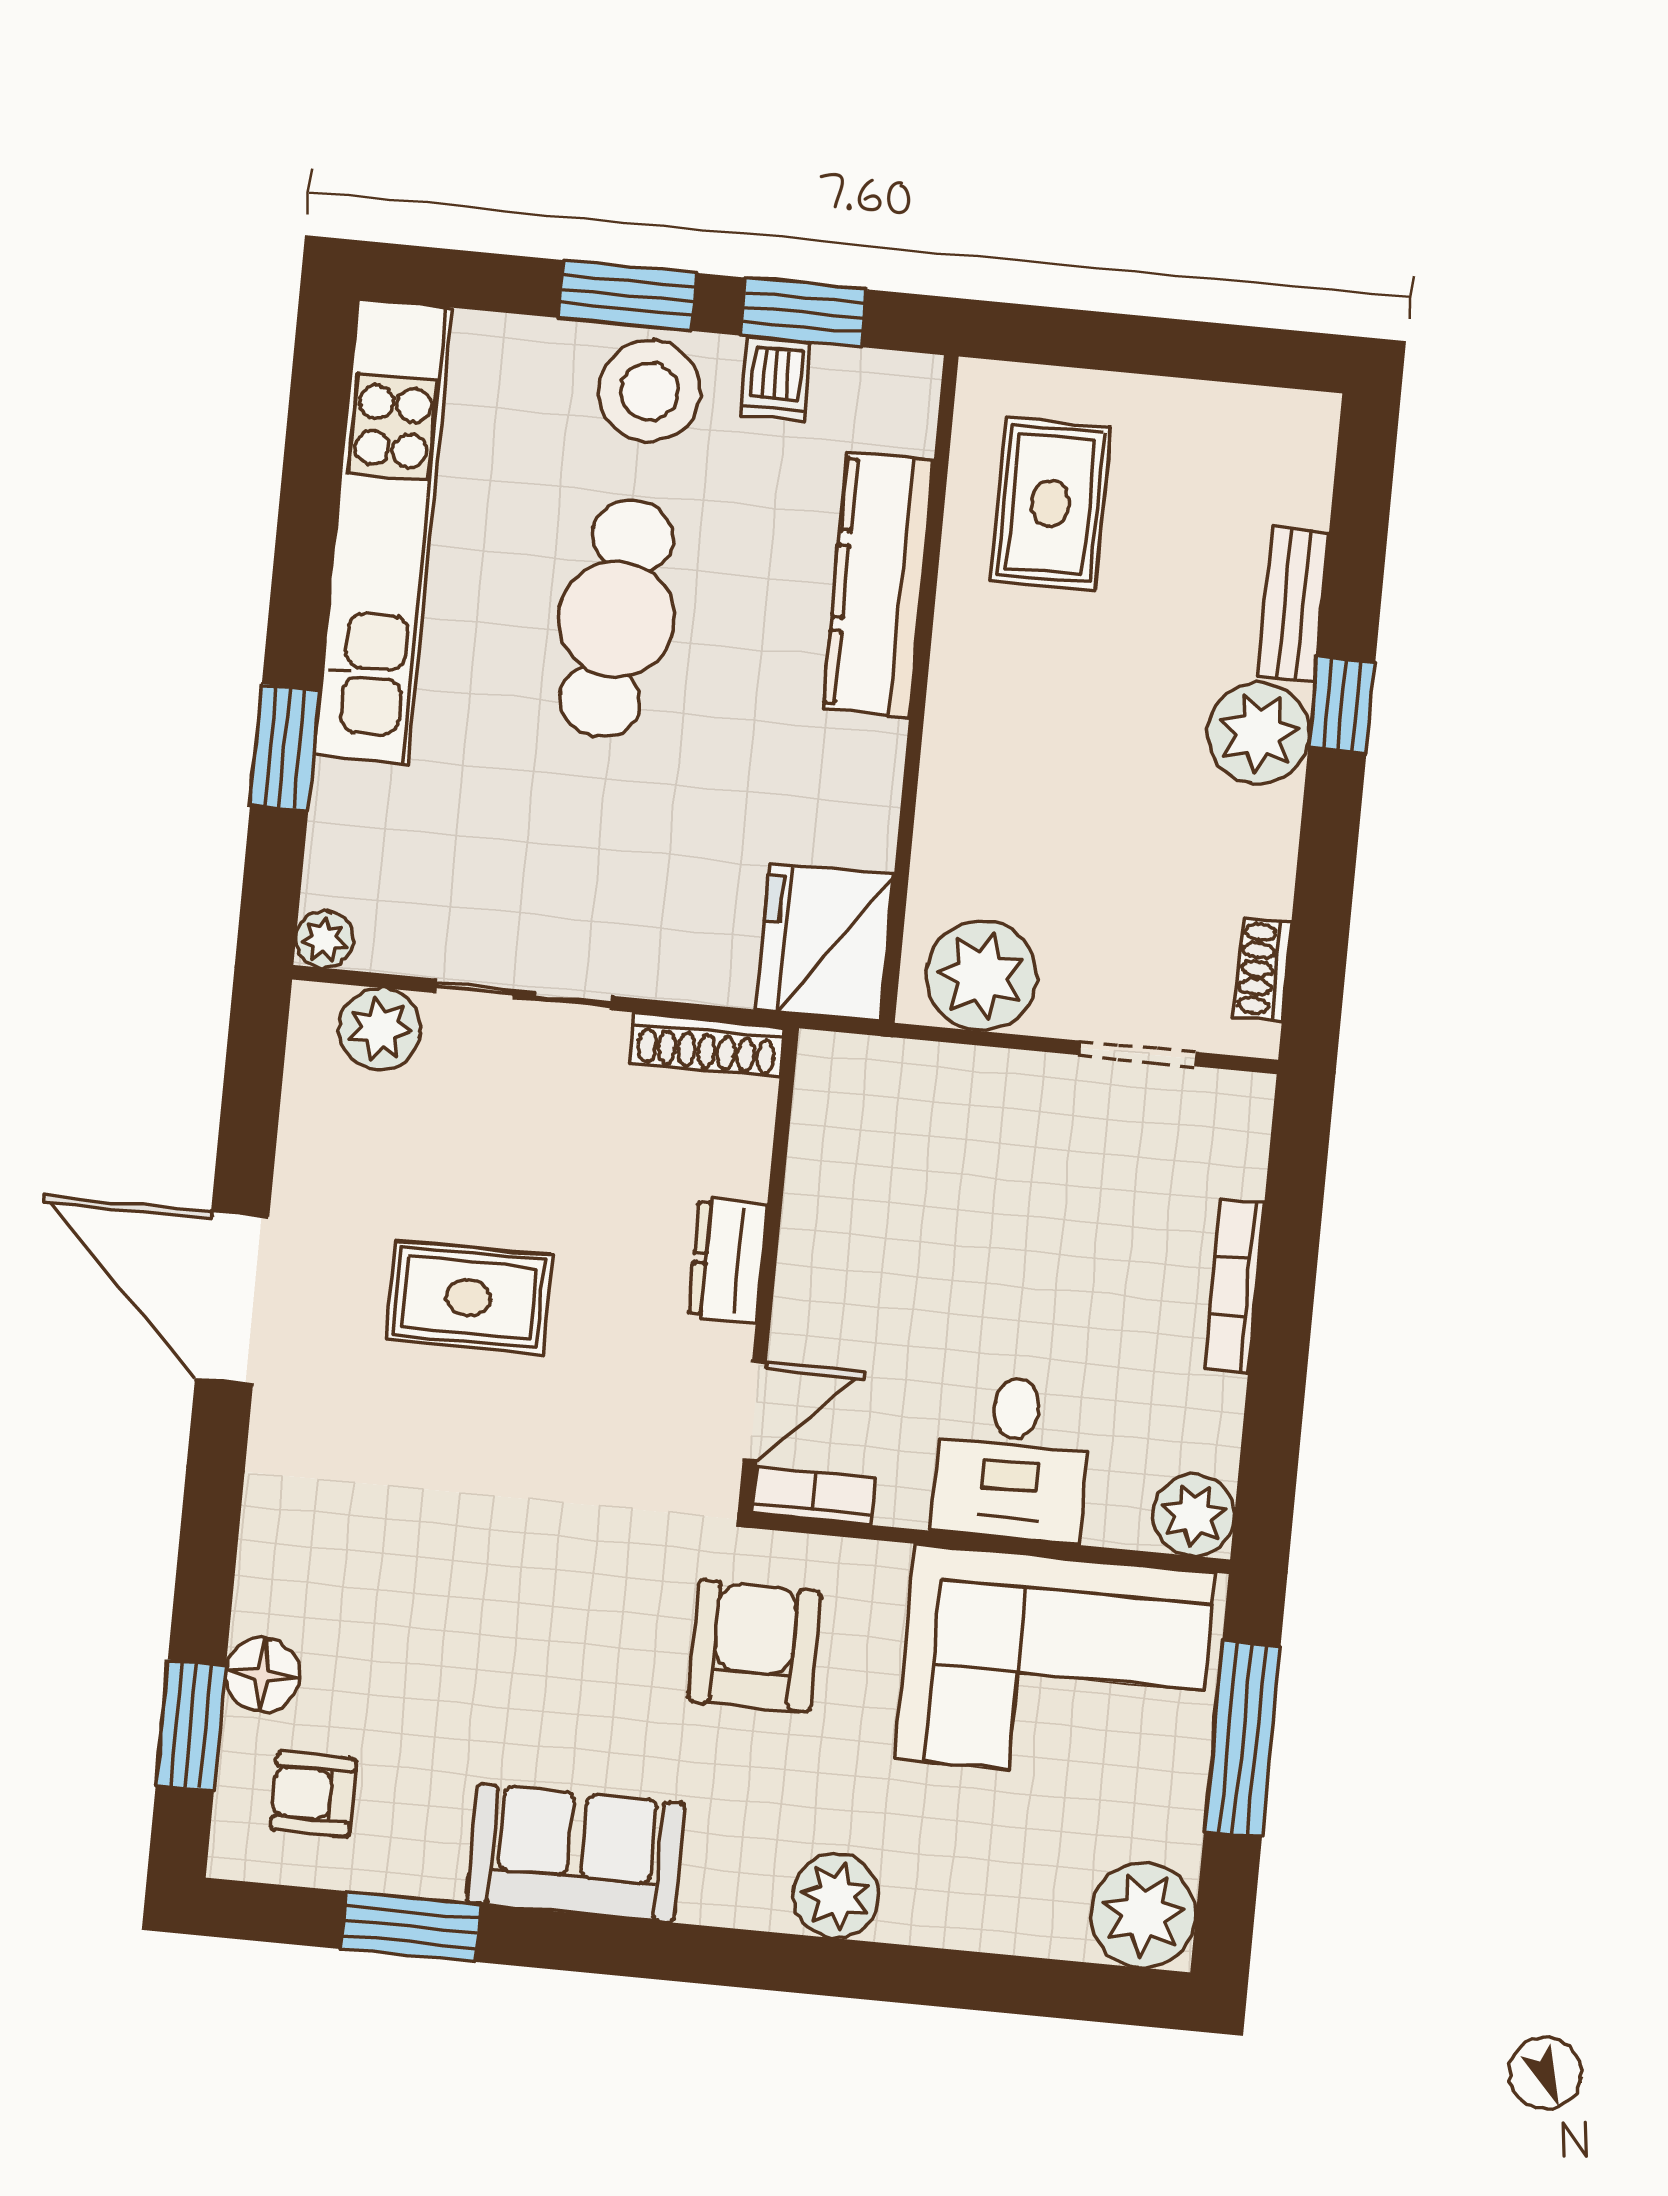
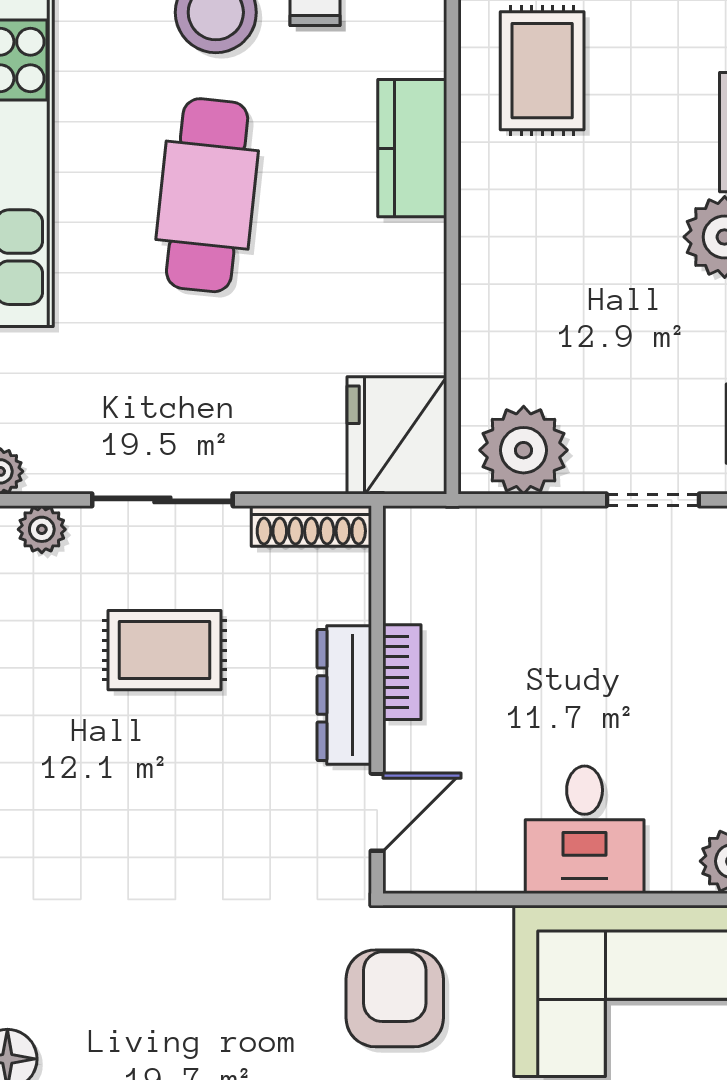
kitchen counter: (879, 585) -> (412, 148), width x0.67
plant: (379, 1029) -> (42, 529), width x0.73, depth x0.73
dresser: (728, 1260) -> (344, 695), width x1.44
rug: (469, 1297) -> (164, 650), moved
bookcase: (814, 1495) -> (402, 672), moved, turned 90

